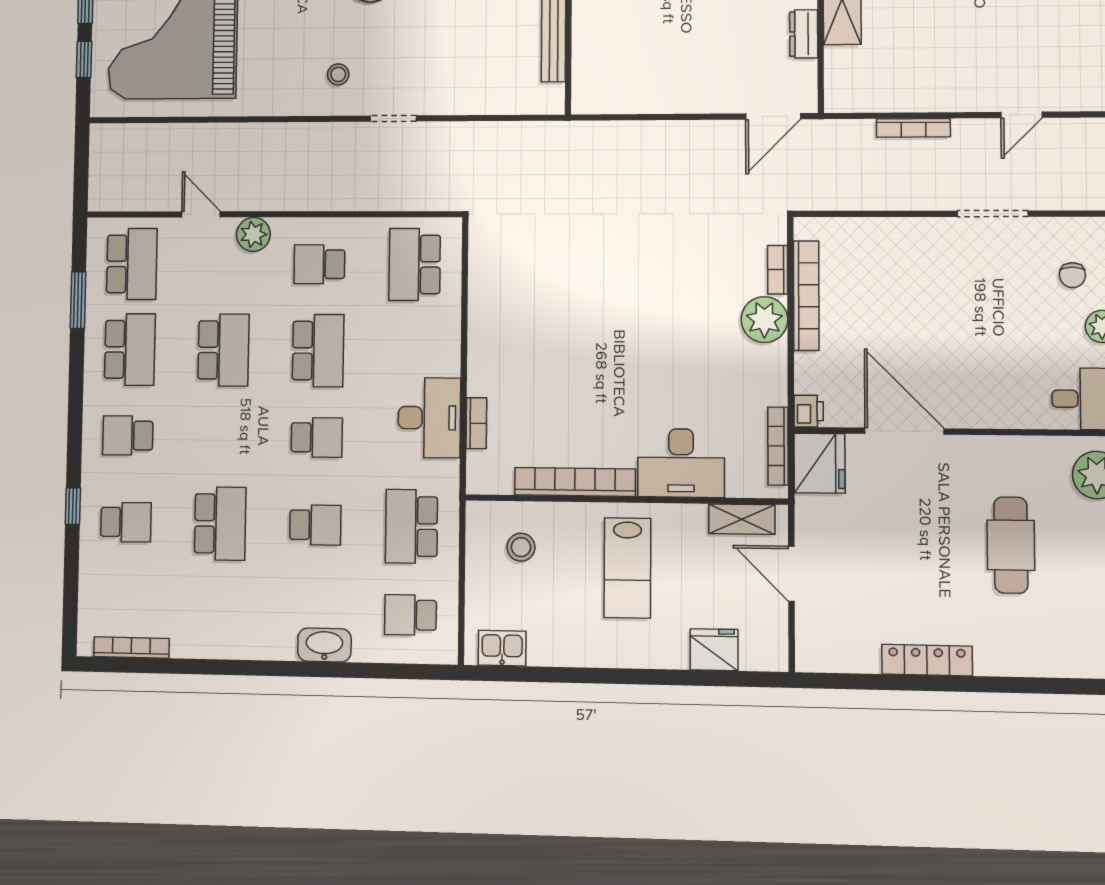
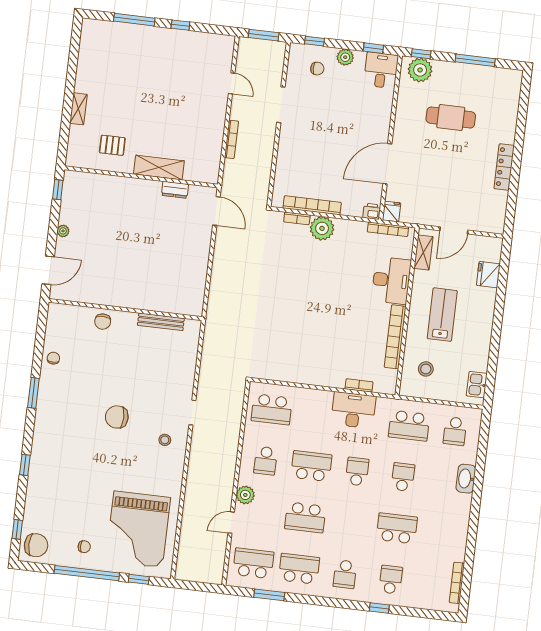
school desk: (223, 350) -> (305, 517), turned 180
fridge: (820, 463) -> (392, 212), width x0.53, depth x0.75
lab bench: (627, 568) -> (442, 315), turned -90

